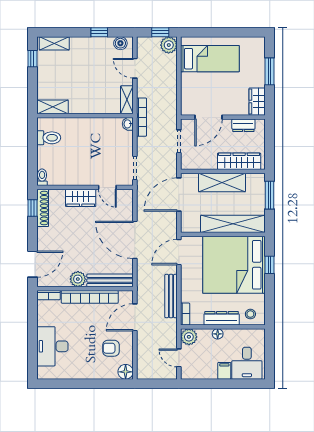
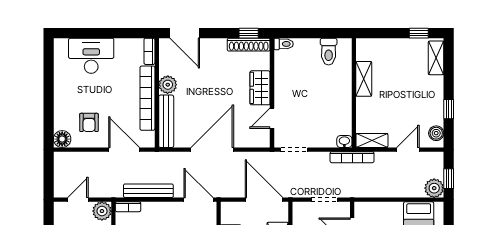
shelving: (53, 107) -> (364, 79), moved
armchair: (111, 348) -> (89, 122), turned 180

